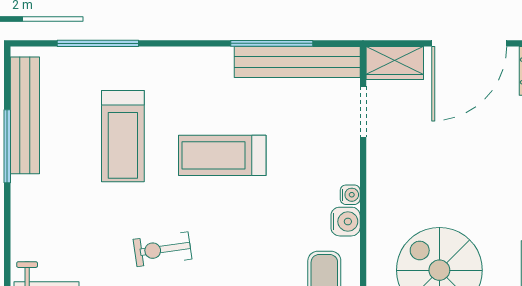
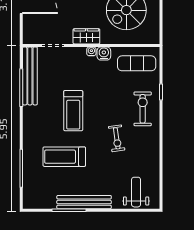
wardrobe: (395, 63) -> (86, 36), moved, turned -90
bench: (25, 115) -> (84, 202), moved
treadmill: (123, 136) -> (64, 157), turned 180

